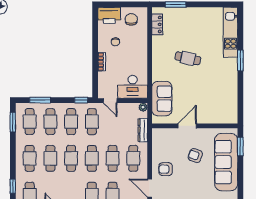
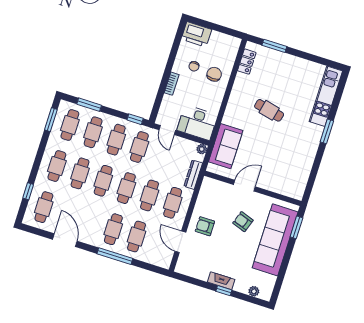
chair: (131, 19) -> (214, 74), moved

